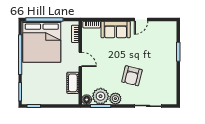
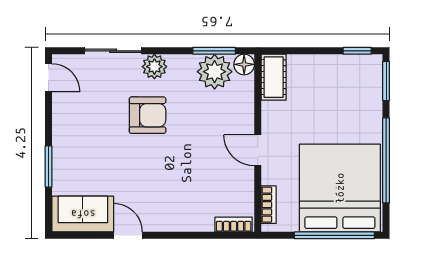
door: (141, 20) -> (128, 235), hinge flipped
sofa: (116, 29) -> (83, 214), moved
armchair: (132, 76) -> (148, 115), turned 76
cot: (73, 83) -> (274, 77), moved
door: (178, 93) -> (49, 78), added
plant: (115, 99) -> (154, 67), moved

